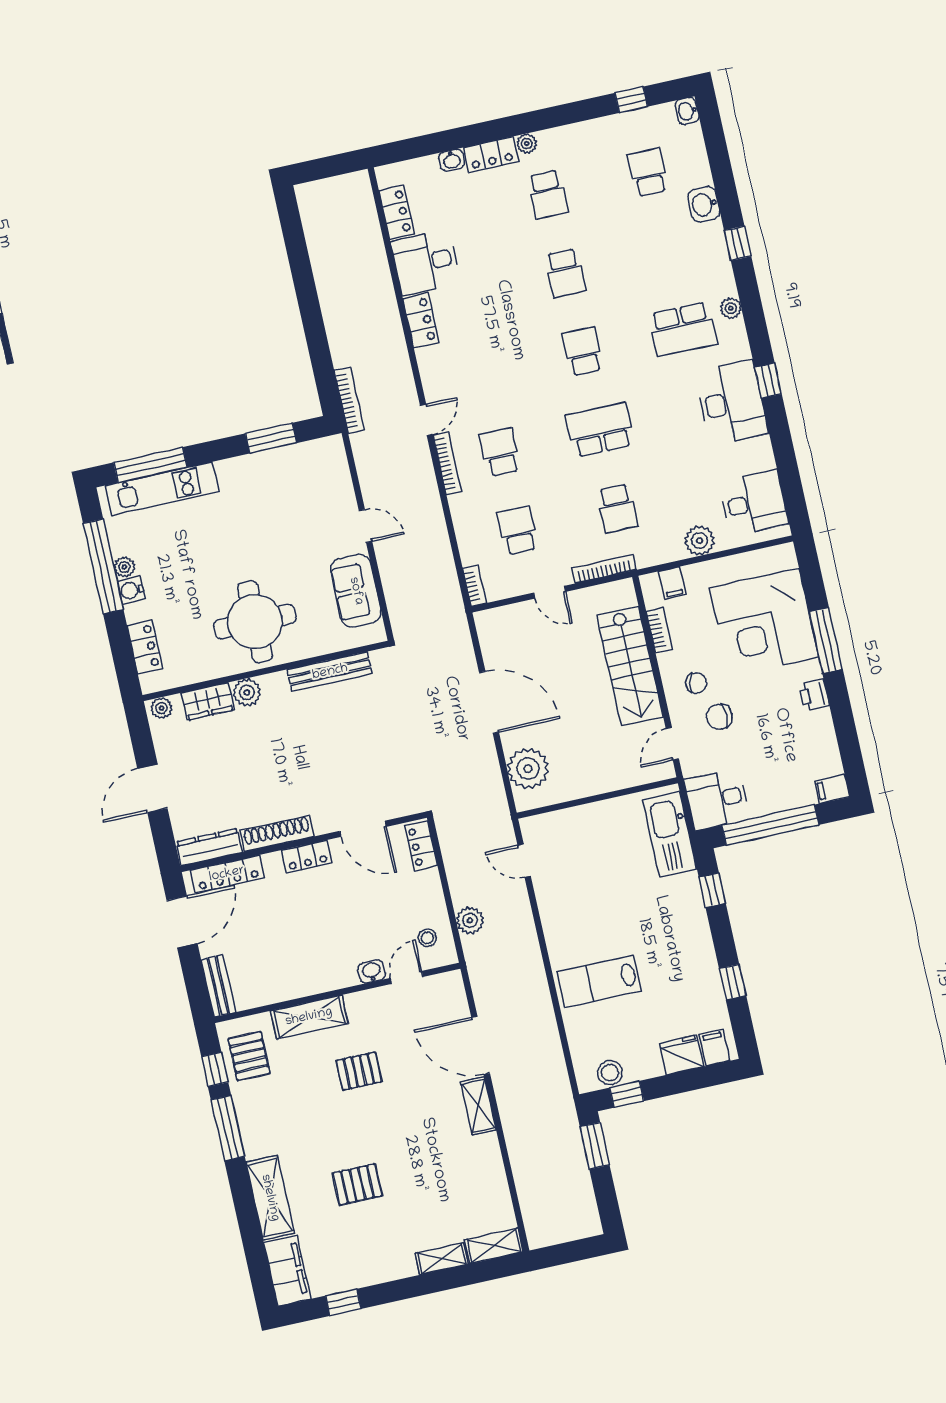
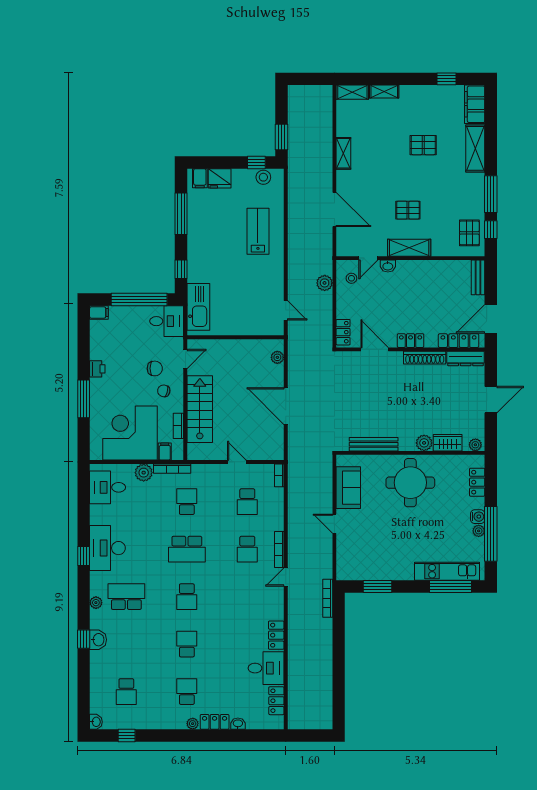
washbasin: (704, 204) -> (98, 640), moved
bookcase: (604, 569) -> (172, 469), moved
corner desk: (764, 623) -> (130, 433), moved, turned -90
plant: (528, 769) -> (277, 357), width x0.53, depth x0.53
lab bench: (599, 981) -> (258, 231), turned -90
window: (733, 982) -> (181, 214), width x2.17
shelving: (309, 1017) -> (409, 248), moved
shelving: (478, 1106) -> (343, 153), moved

